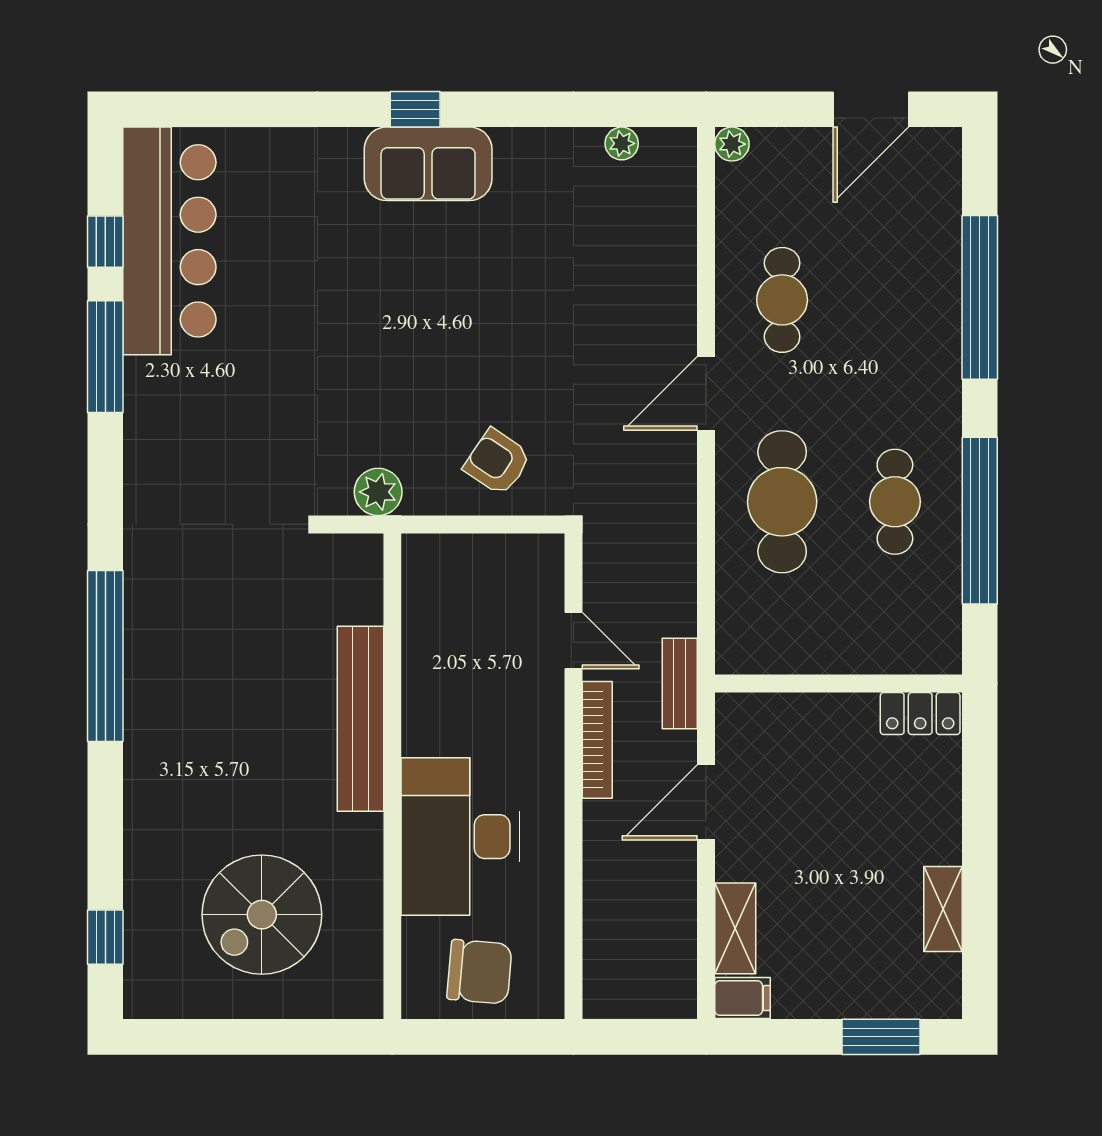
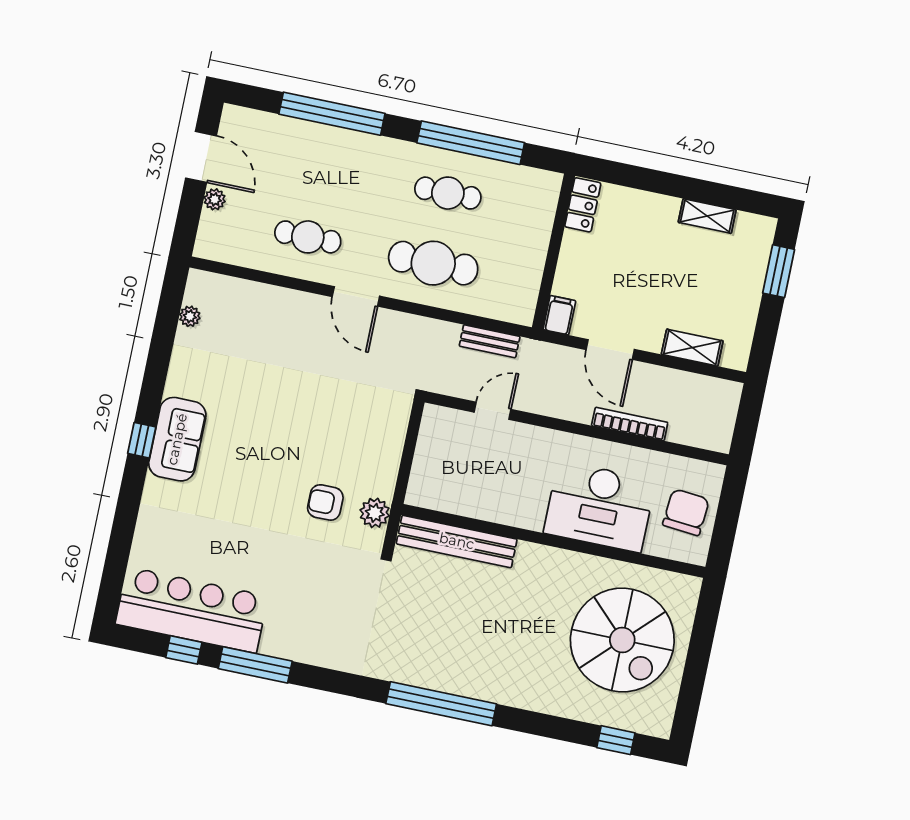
plant: (732, 144) -> (215, 199), moved
armchair: (497, 462) -> (325, 502), moved, turned 56
bench: (680, 683) -> (490, 341), moved
bench: (360, 719) -> (457, 541), moved
bookcase: (597, 740) -> (630, 424), moved
spiral stairs: (262, 915) -> (622, 640), width x1.37, depth x1.37
filing cabinet: (742, 998) -> (559, 315), moved

